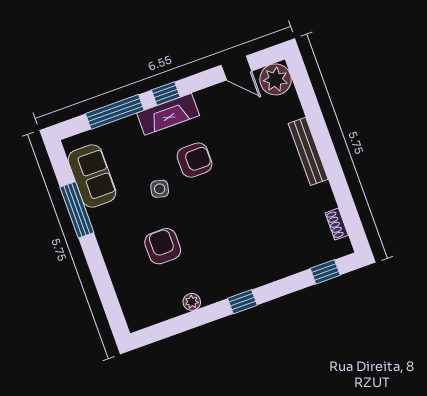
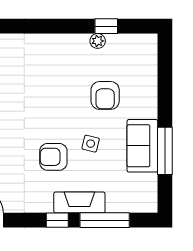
fireplace: (168, 114) -> (79, 202), moved
sofa: (92, 176) -> (142, 146), moved
window: (242, 302) -> (106, 26), moved

